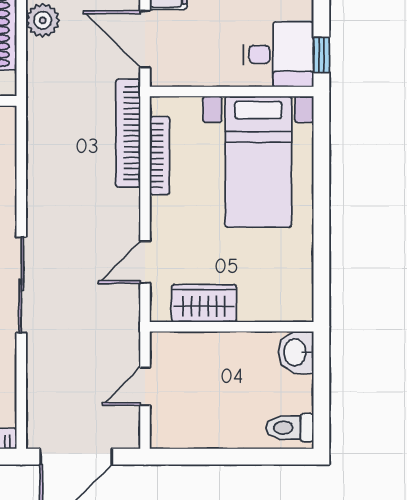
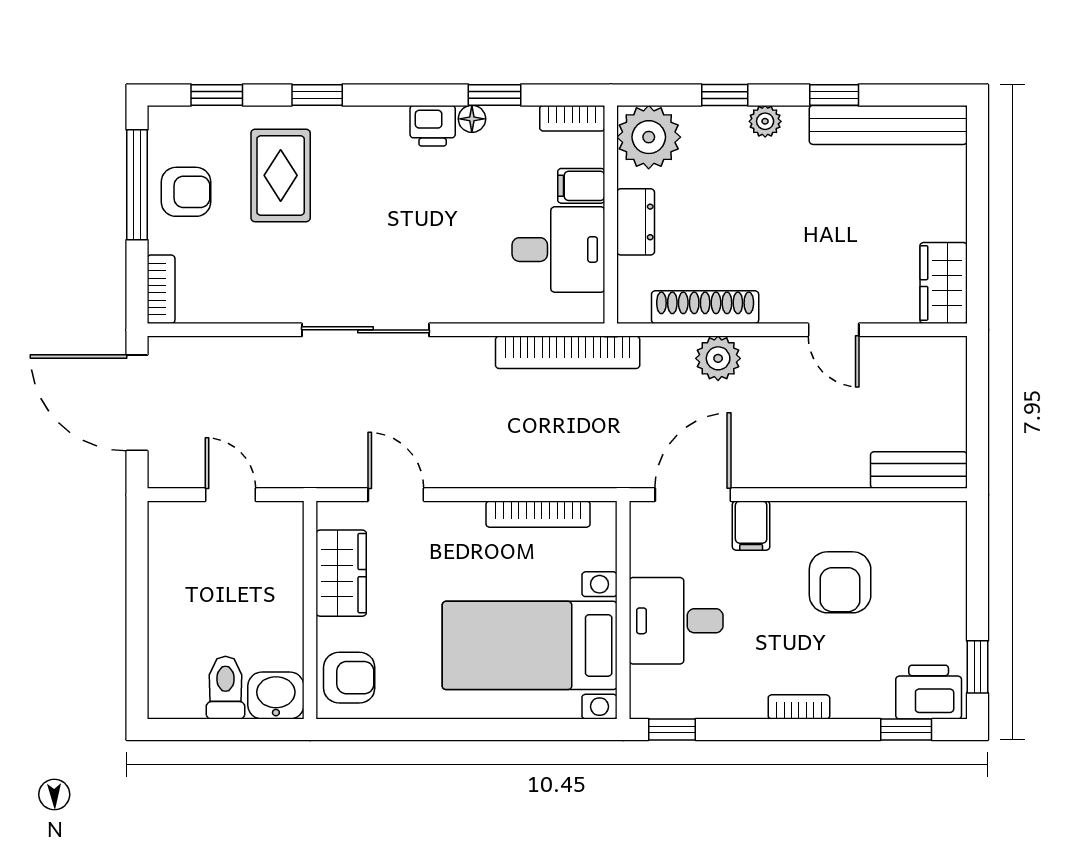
desk: (279, 54) -> (676, 621), moved, turned 90
bookcase: (128, 133) -> (568, 352), moved, turned 180
armchair: (282, 297) -> (349, 678), added
toilet: (290, 428) -> (225, 688), moved

